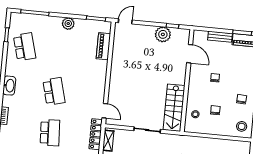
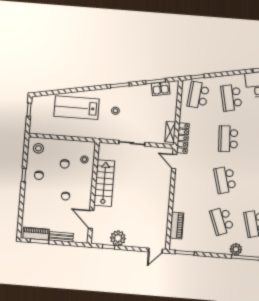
plant: (68, 24) -> (236, 249), moved
school desk: (58, 50) -> (222, 221), added
stairs: (174, 108) -> (104, 183), moved

